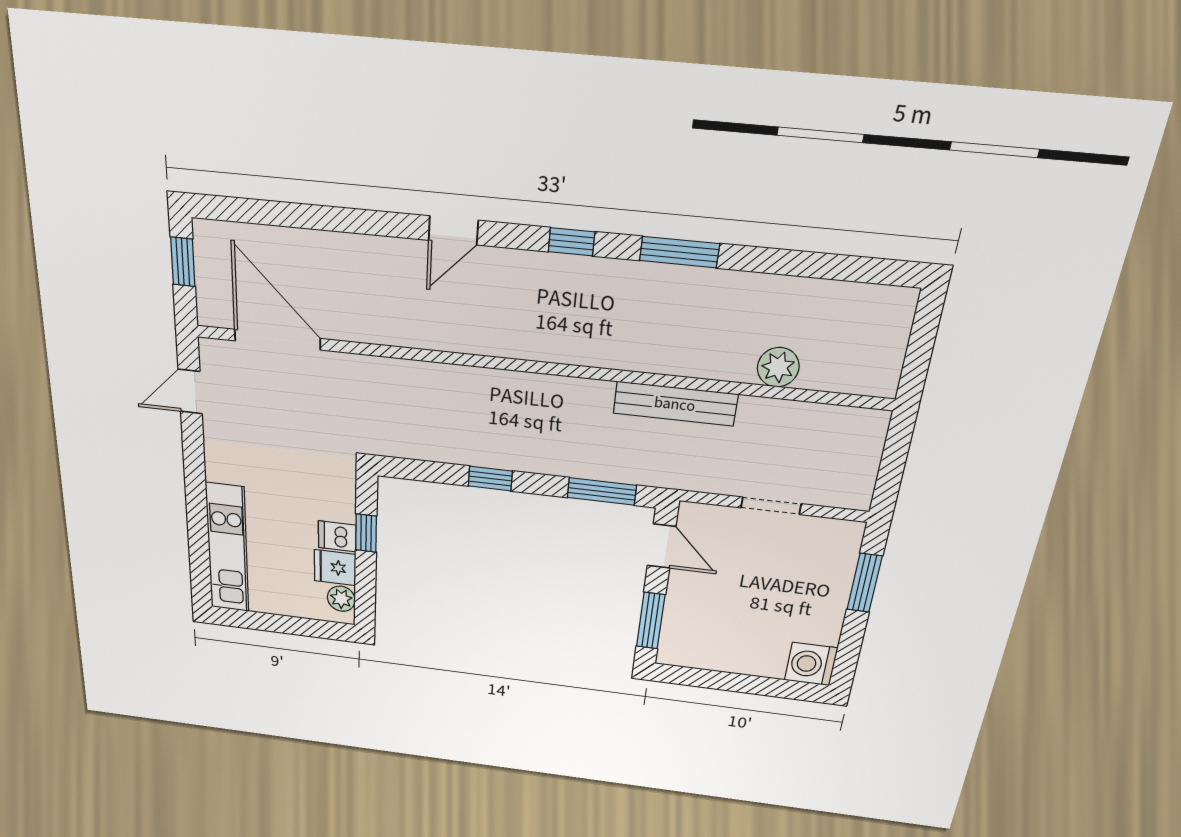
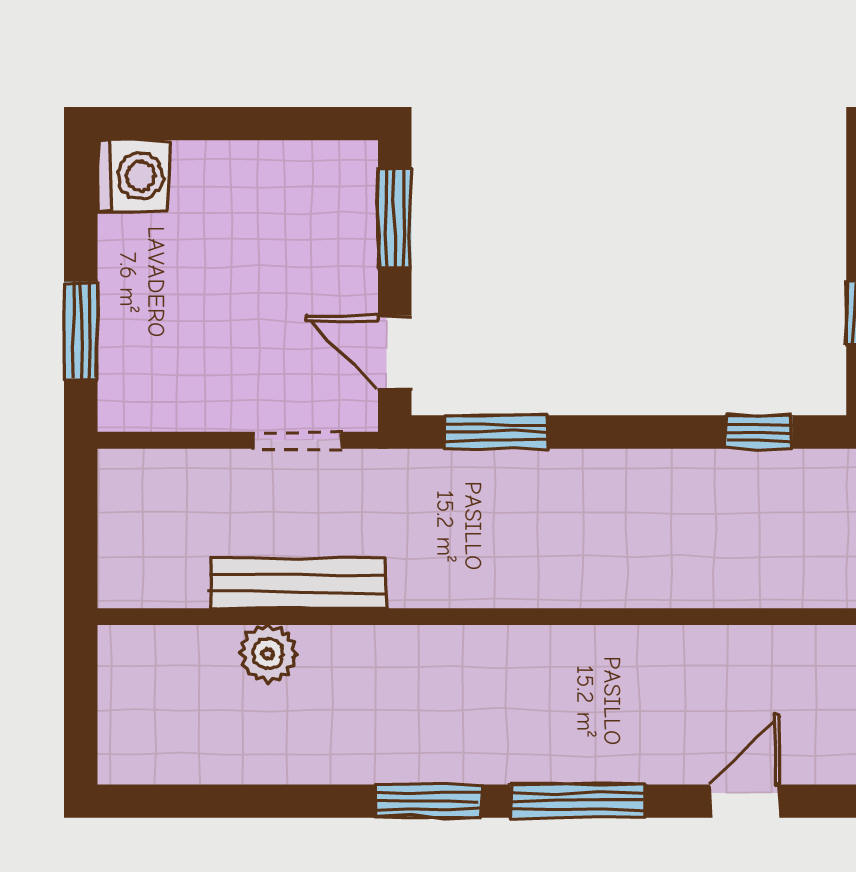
window: (571, 242) -> (578, 801), width x2.17
bench: (675, 404) -> (298, 584), moved
window: (490, 479) -> (759, 432), moved
doorway: (771, 506) -> (298, 440), moved

